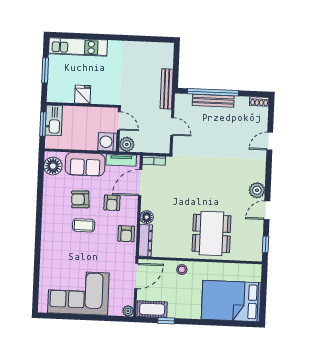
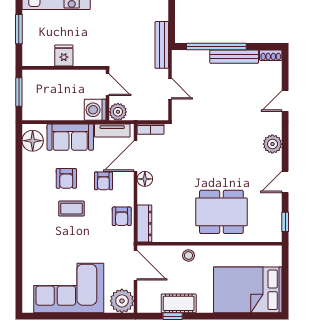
bench: (213, 101) -> (234, 57), moved
kitchen sink: (54, 120) -> (31, 87), removed
plant: (257, 190) -> (272, 144), moved
armchair: (80, 199) -> (66, 178), turned -87
floor lamp: (147, 217) -> (145, 179), moved
dining table: (211, 233) -> (221, 212), turned 90
door: (136, 276) -> (136, 265), hinge flipped
cot: (152, 309) -> (179, 303), moved
plant: (128, 311) -> (122, 301), width x1.88, depth x1.88

